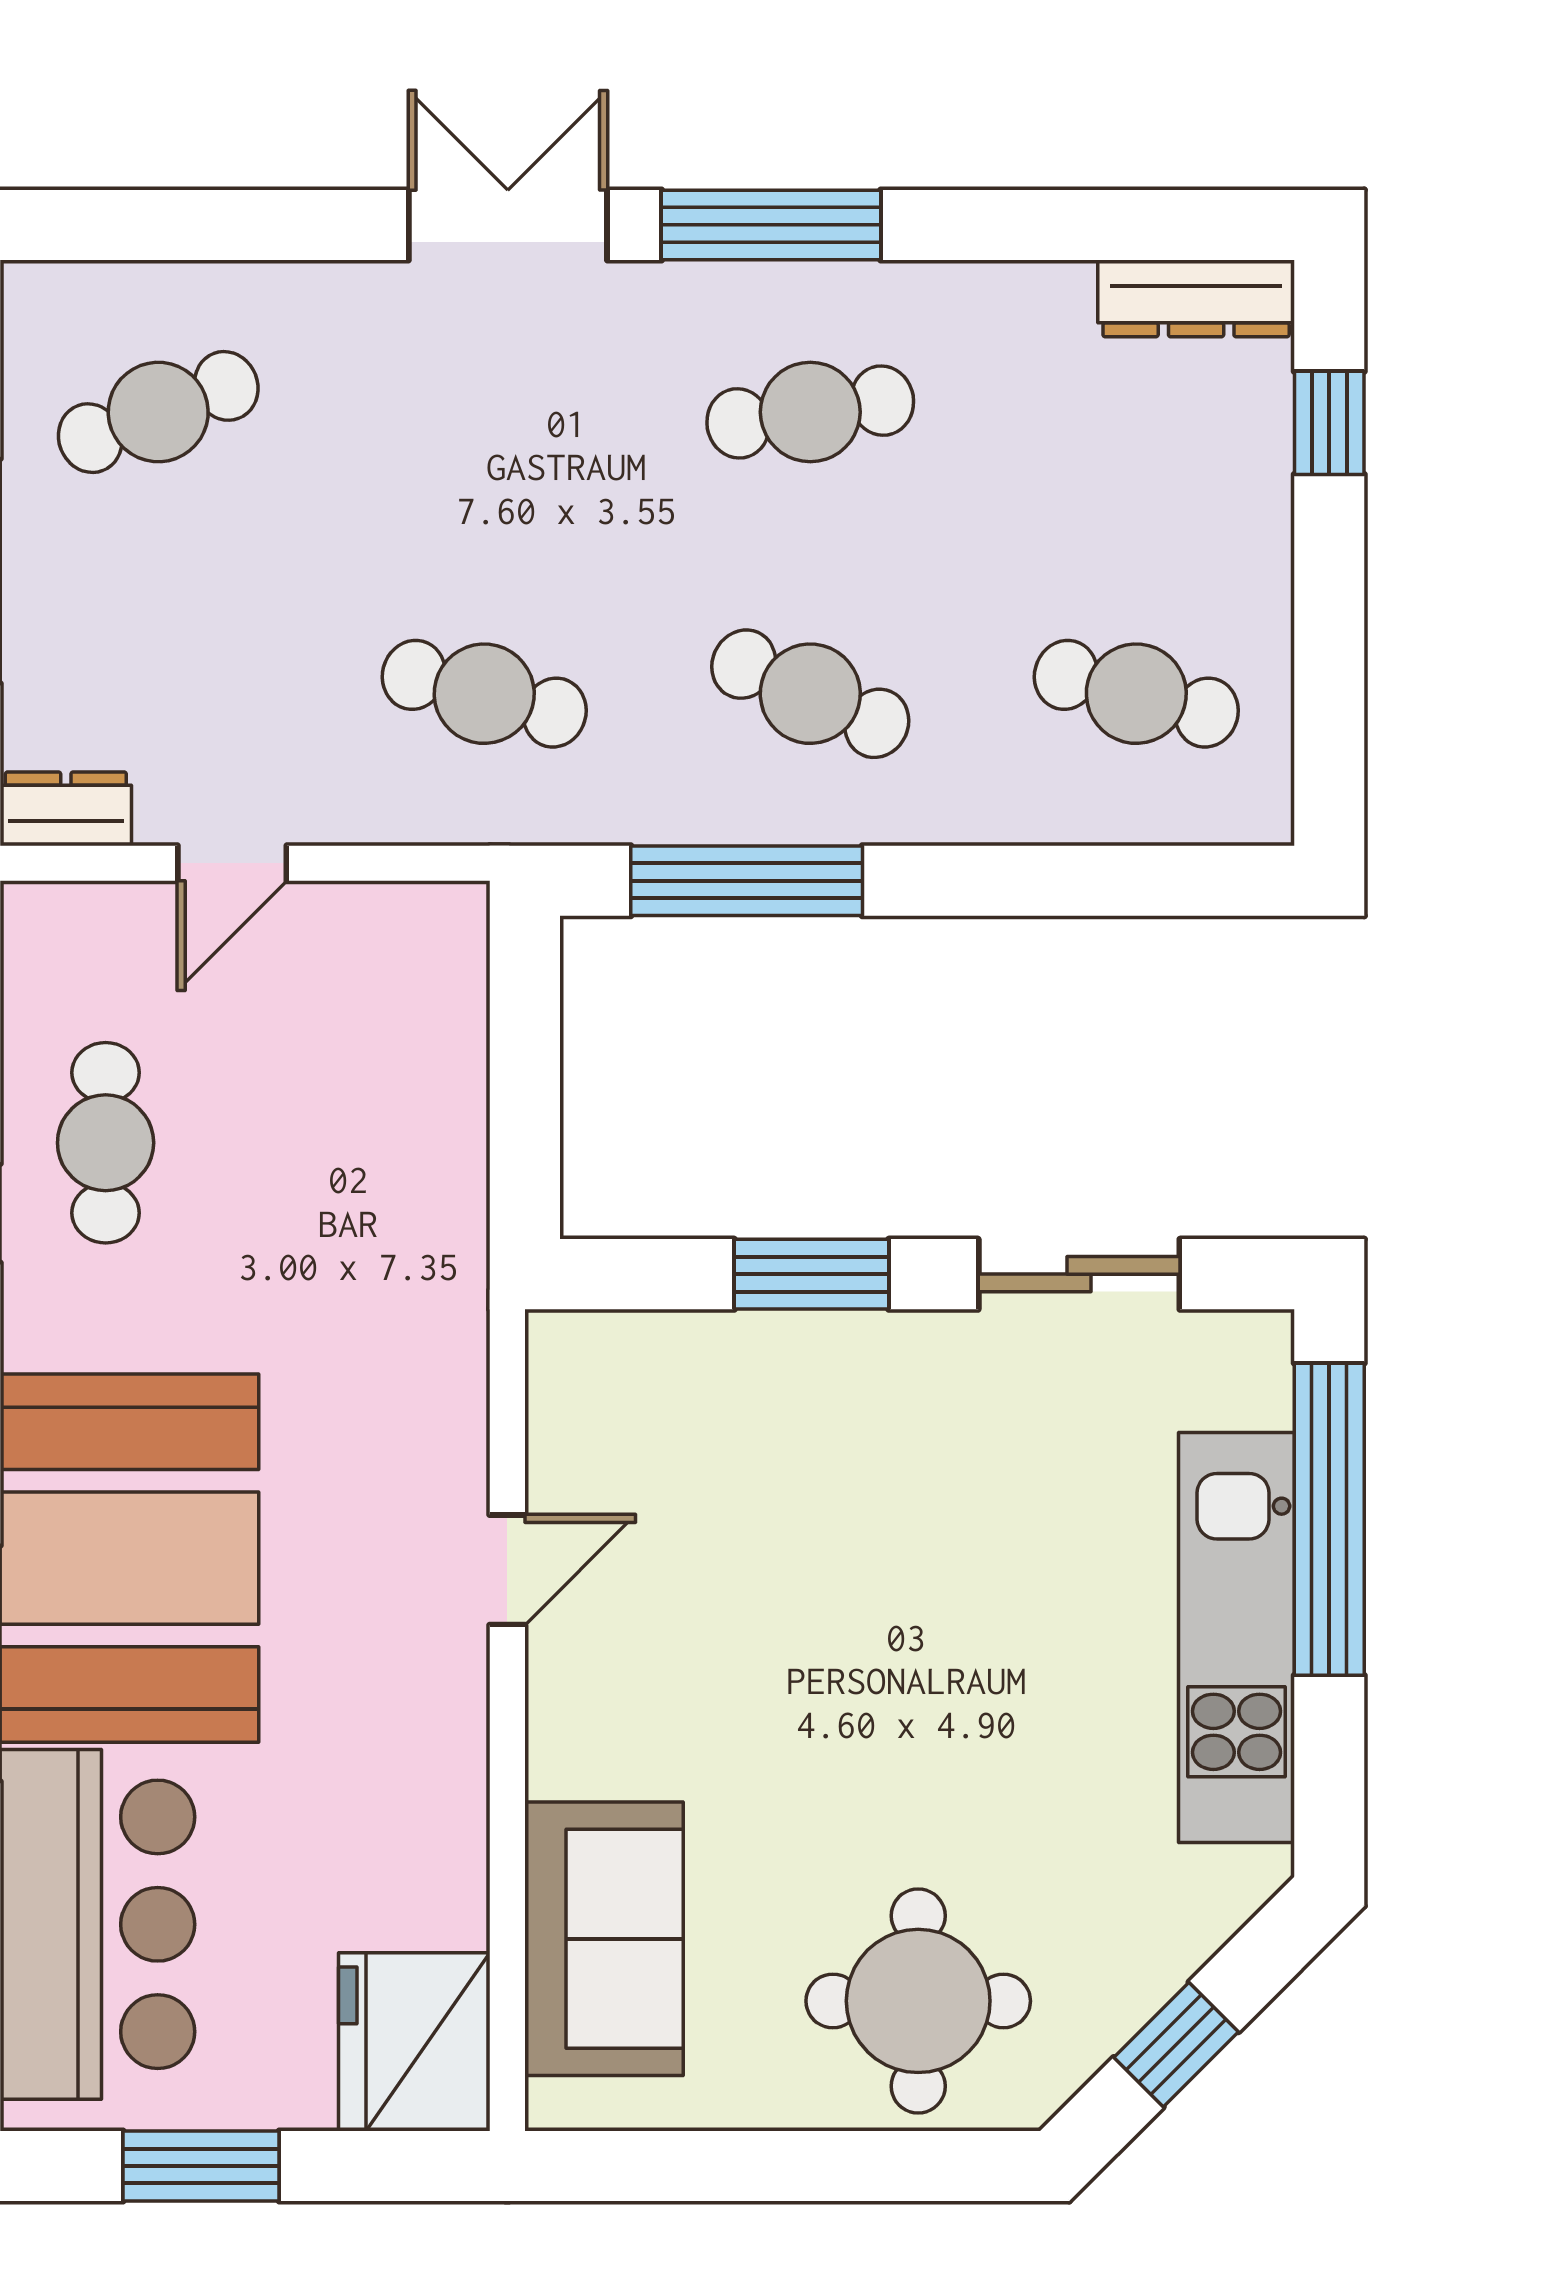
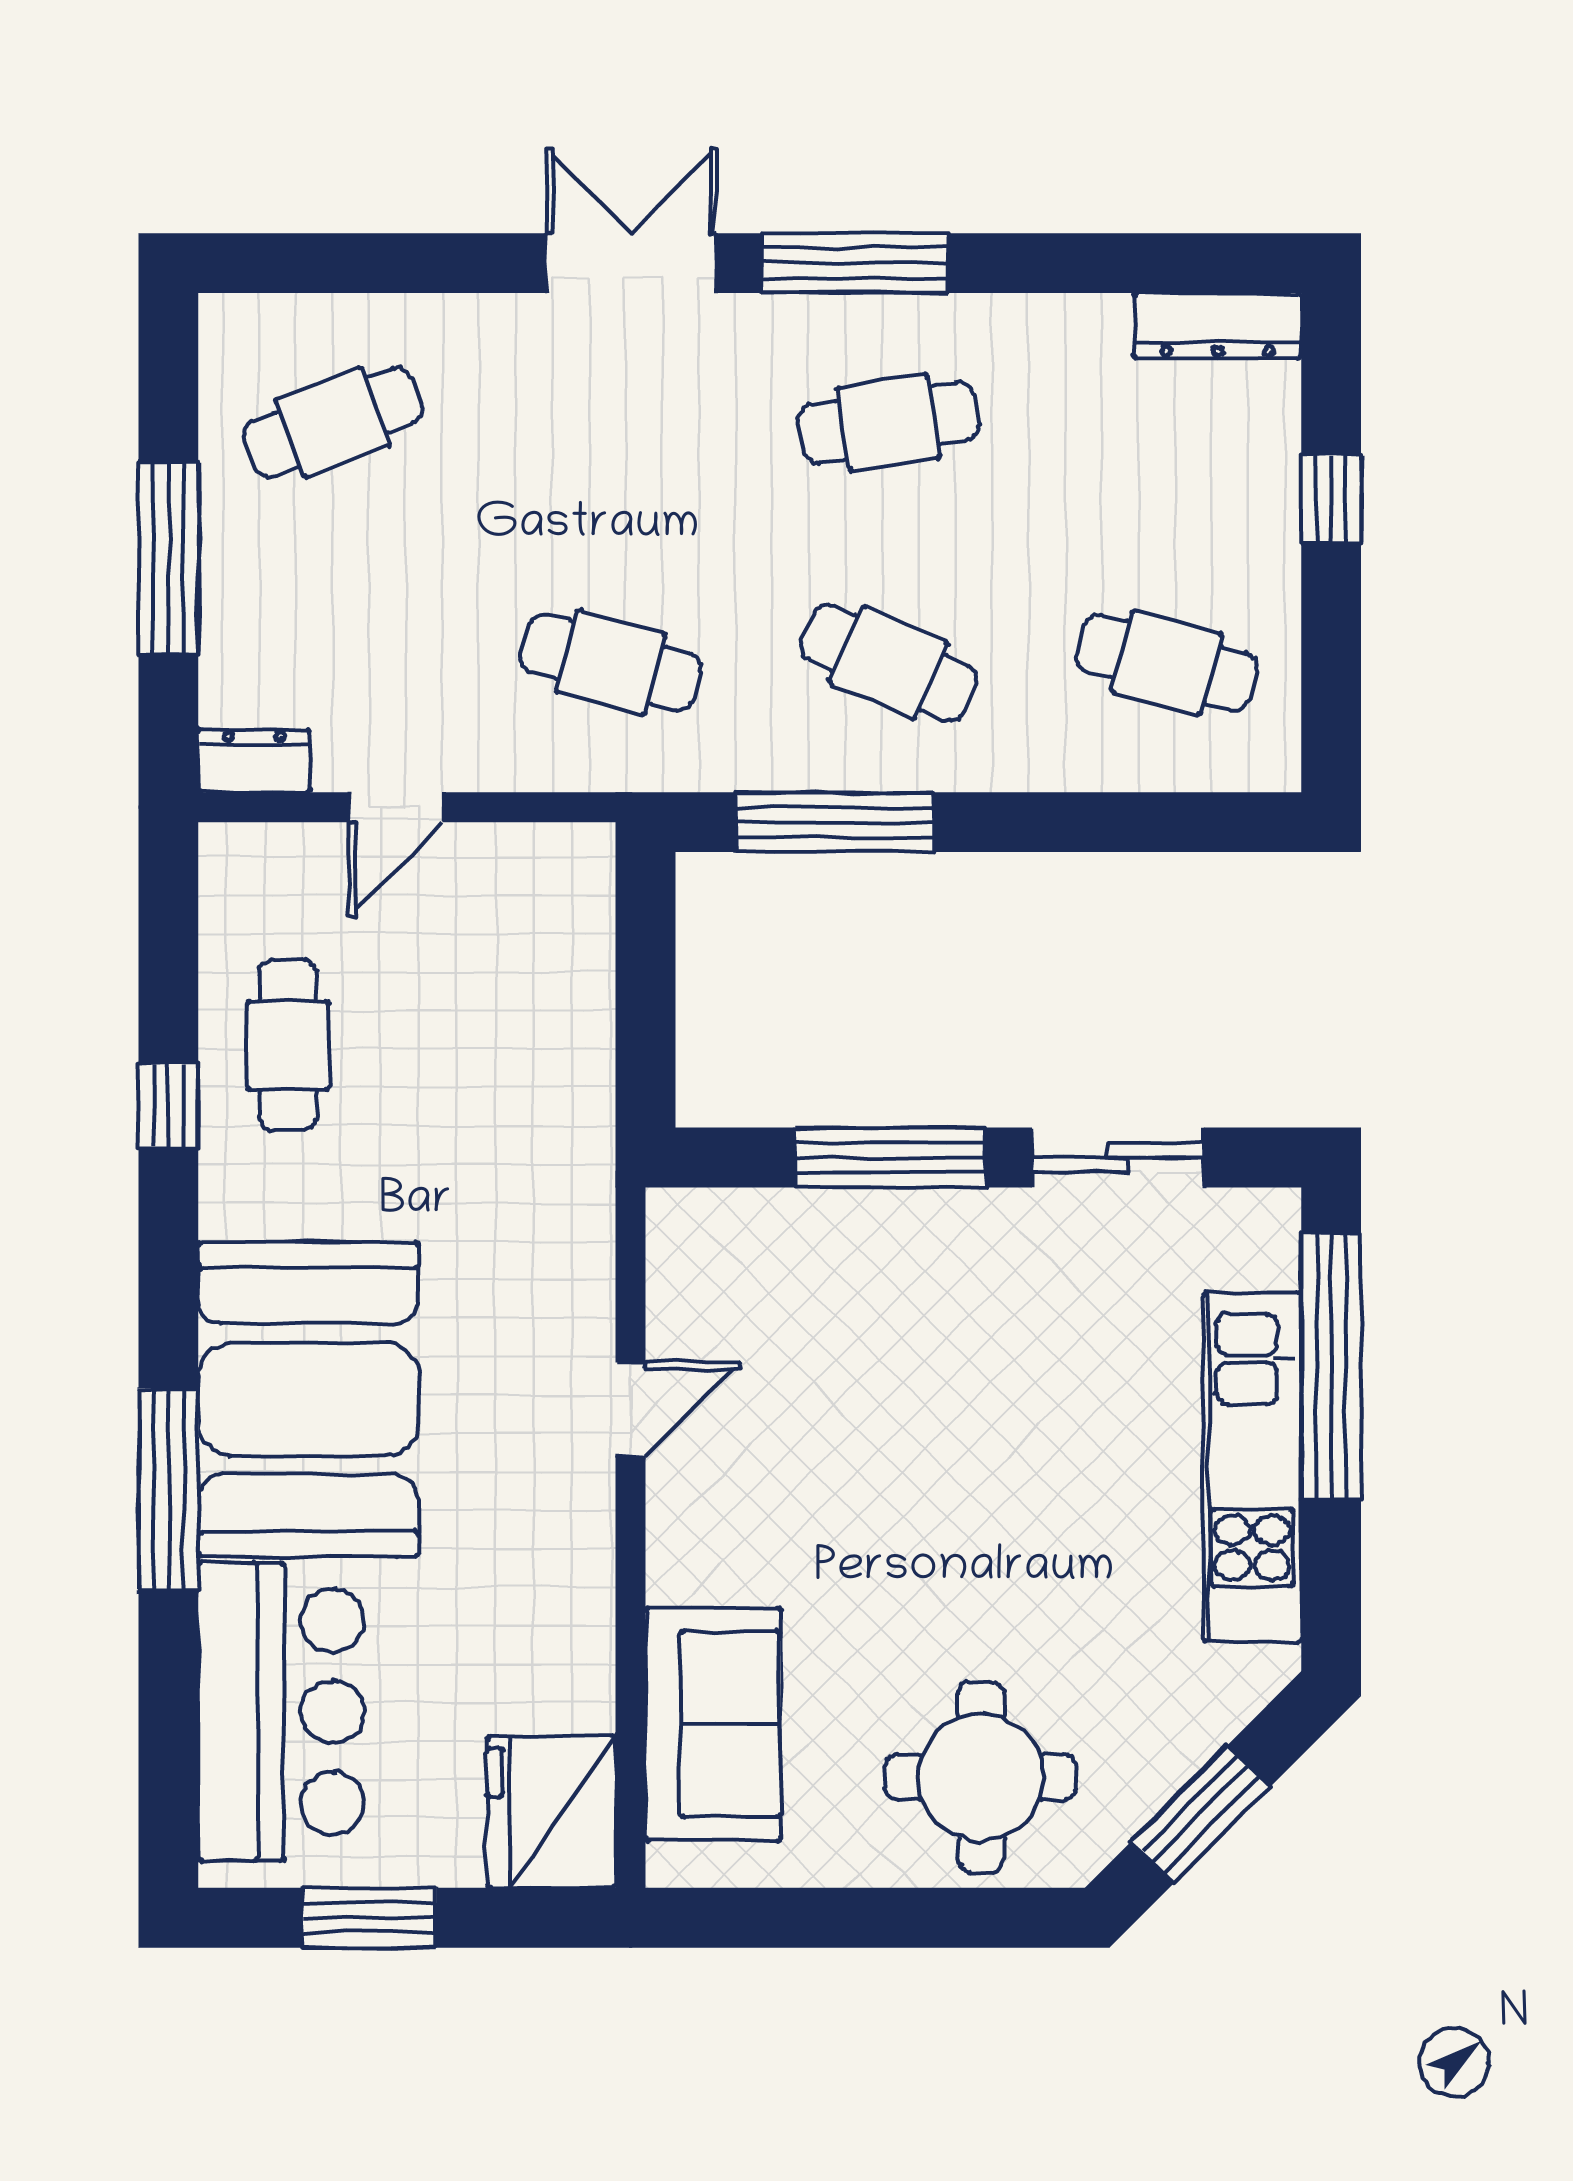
window: (1329, 423) -> (1331, 499), moved
window: (812, 1274) -> (890, 1157), width x1.44
window: (1176, 2045) -> (1201, 1814), width x1.50

